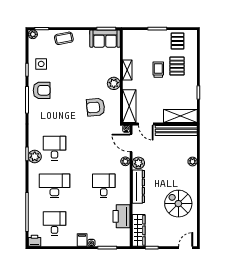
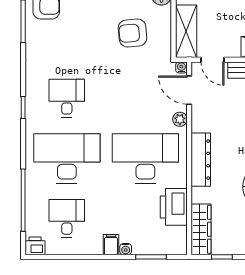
plant: (35, 157) -> (35, 112), removed
plant: (138, 163) -> (201, 122), removed
desk: (54, 186) -> (67, 158), width x1.36, depth x1.30
desk: (104, 186) -> (145, 158), width x1.87, depth x1.30

